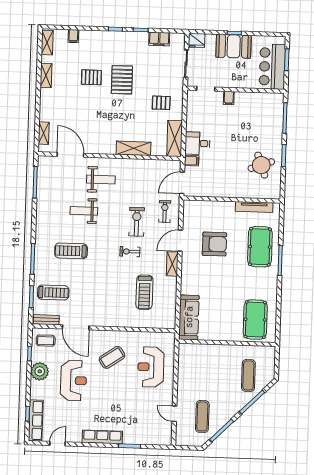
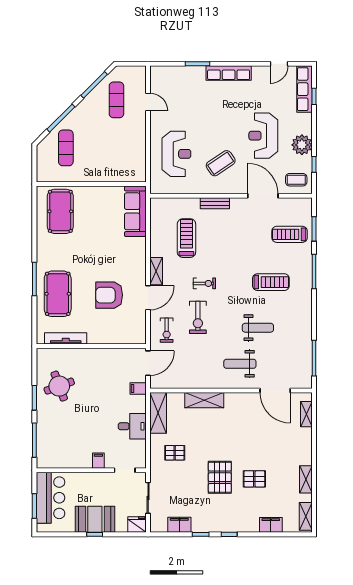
filing cabinet: (73, 36) -> (271, 525), width x2.00
desk: (197, 143) -> (132, 426), moved
bench: (46, 320) -> (215, 203), moved

